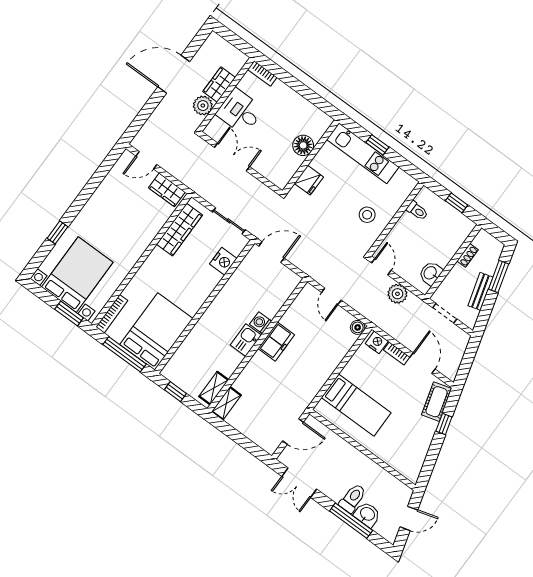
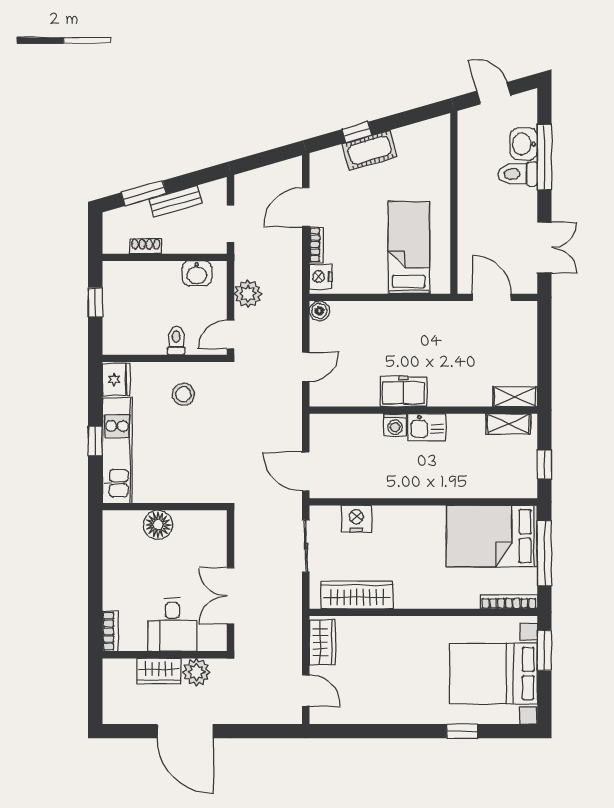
fridge: (309, 180) -> (116, 380), moved, turned 90
toilet: (417, 211) -> (176, 341), moved
cot: (437, 402) -> (370, 150), moved

